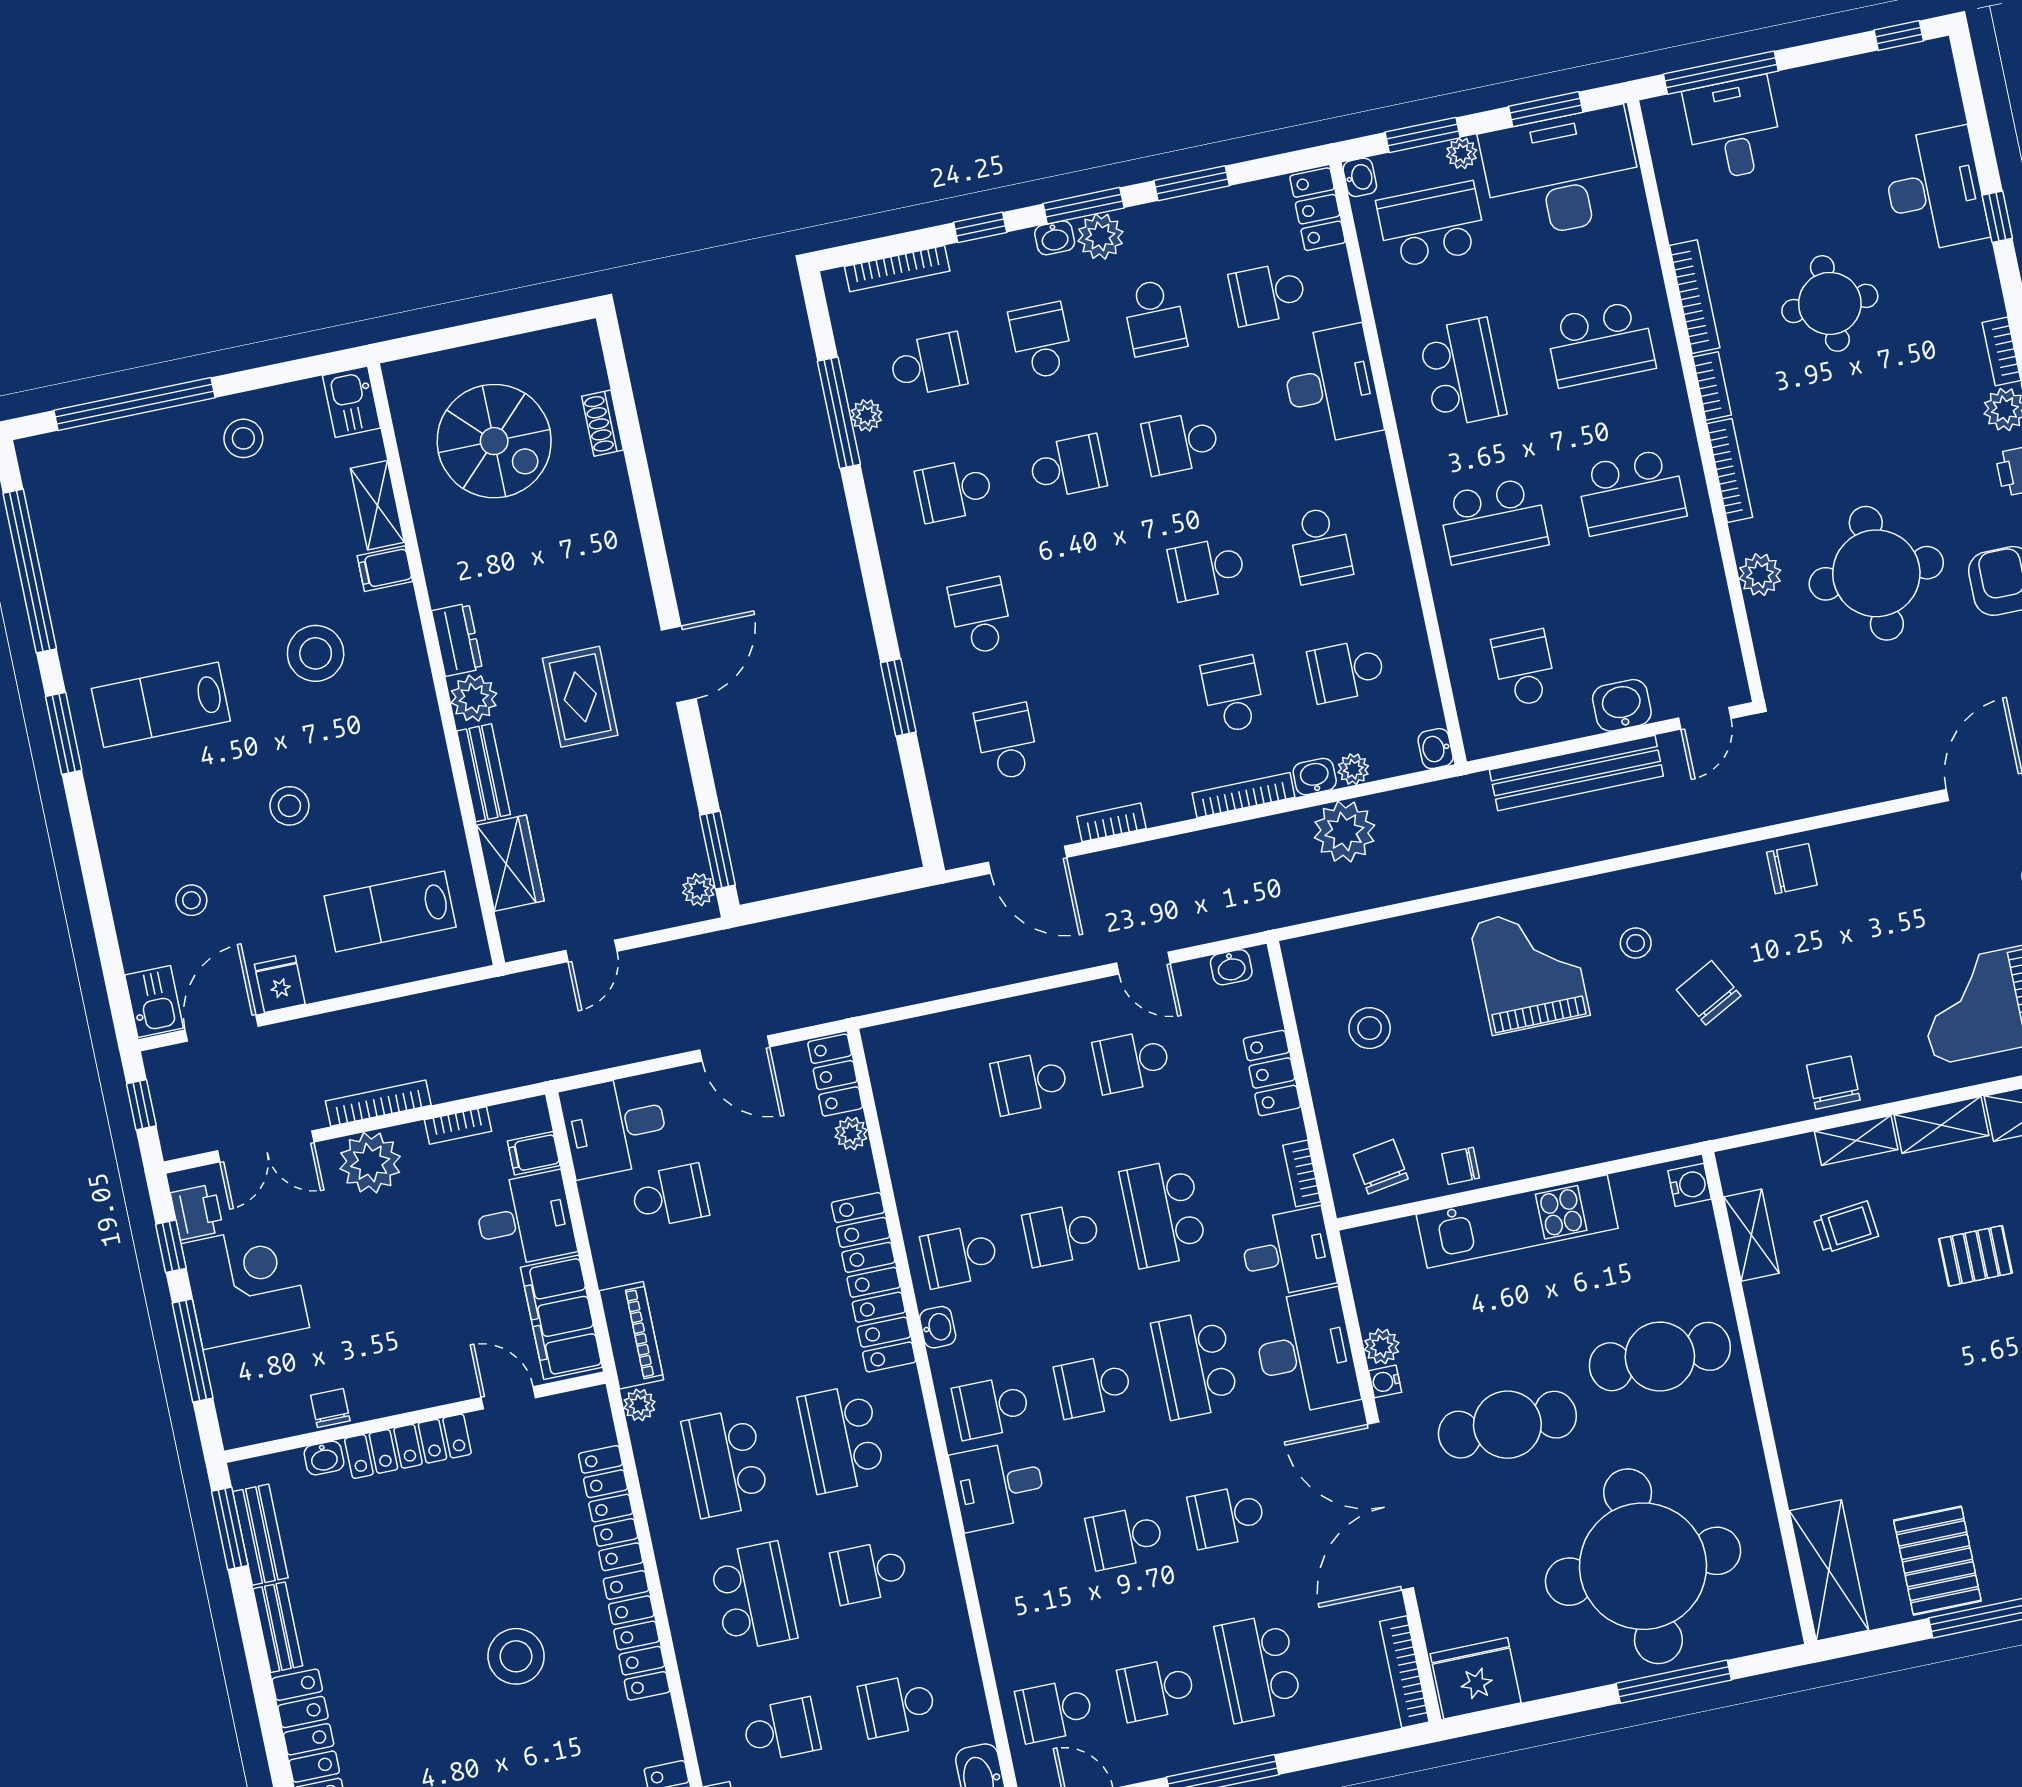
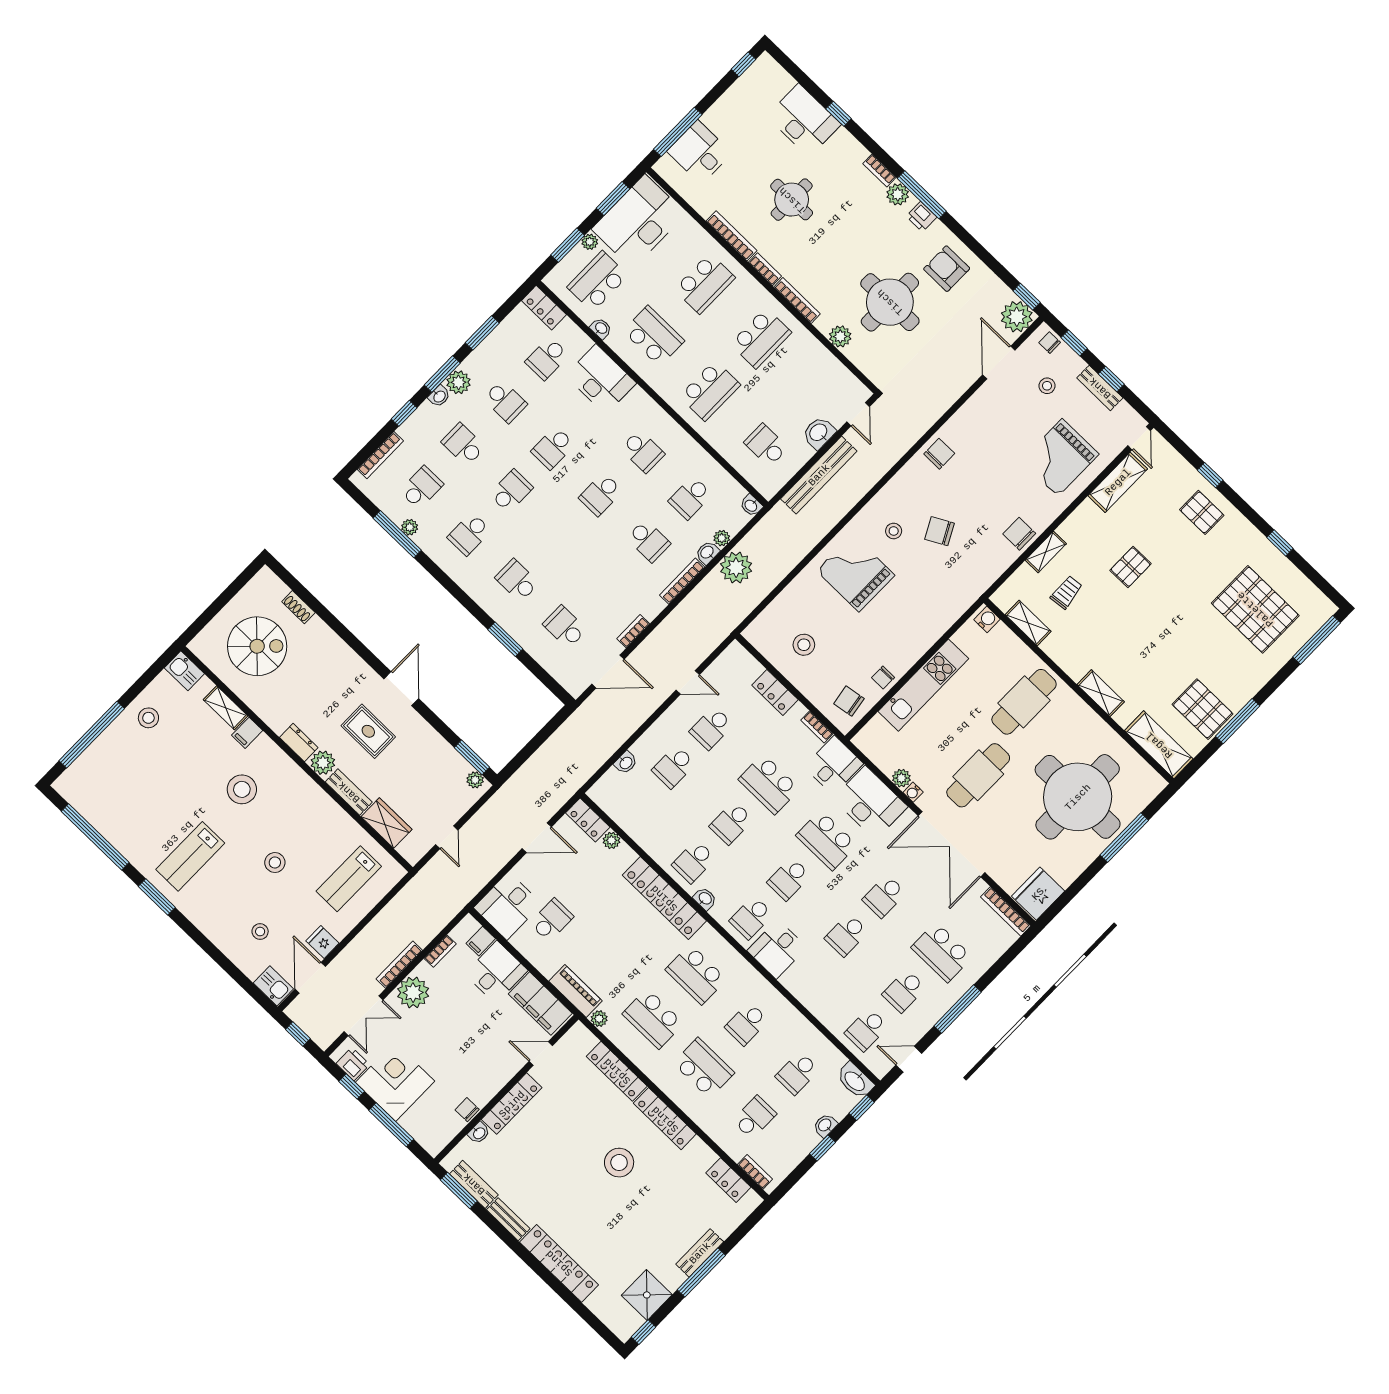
washbasin: (1360, 177) -> (601, 328), moved
school desk: (1233, 695) -> (649, 541), turned 180
washbasin: (1231, 967) -> (626, 763), moved
shelving: (1942, 1125) -> (1101, 693), moved, turned 90

